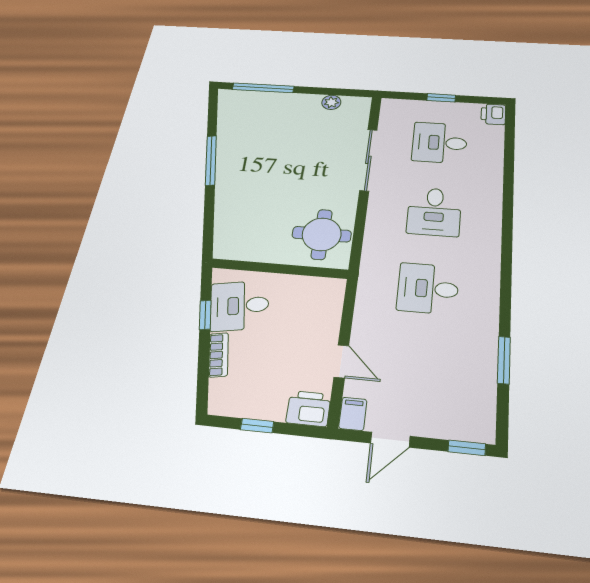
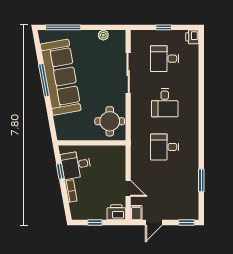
sofa: (242, 158) -> (61, 77), added

